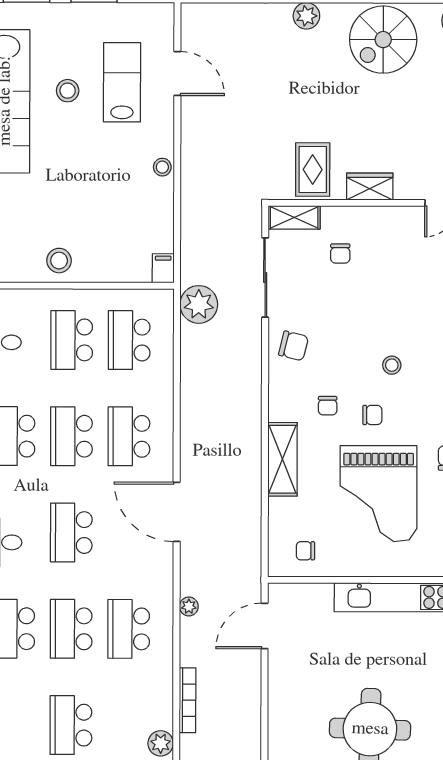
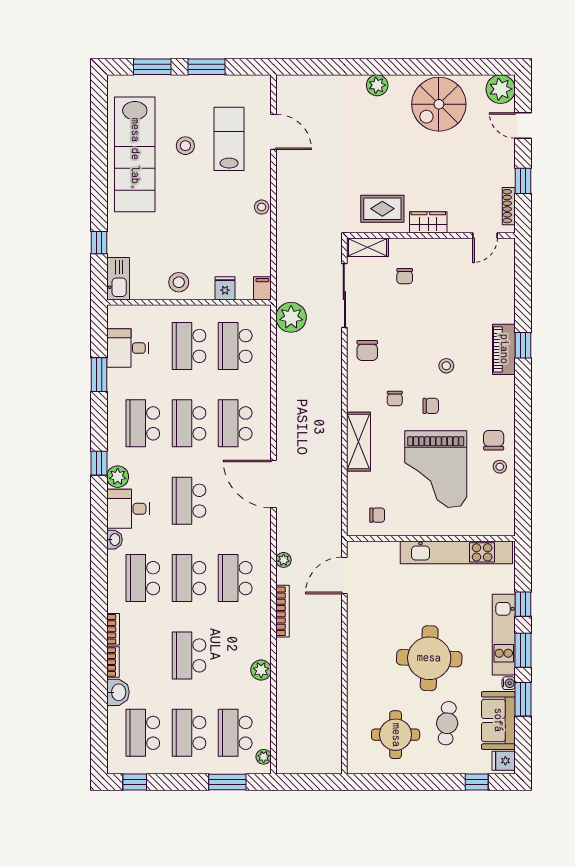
rug: (313, 169) -> (382, 209), turned 90
fridge: (117, 268) -> (225, 288), added
chair: (294, 346) -> (367, 350), turned 76
chair: (305, 551) -> (377, 515), turned 180
bookcase: (188, 700) -> (283, 611), moved

